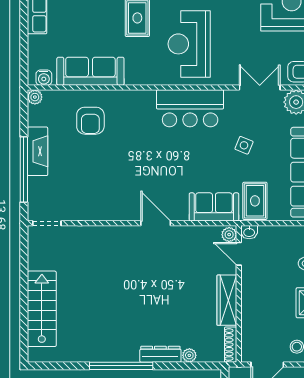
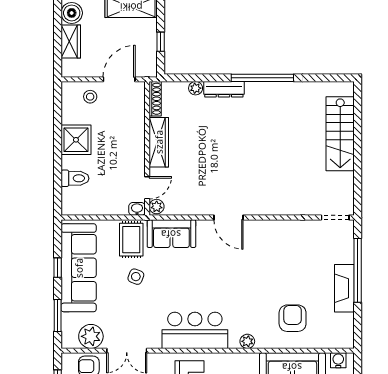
plant: (35, 97) -> (247, 341), moved
side table: (244, 145) -> (136, 277), moved
door: (239, 254) -> (147, 188), hinge flipped

